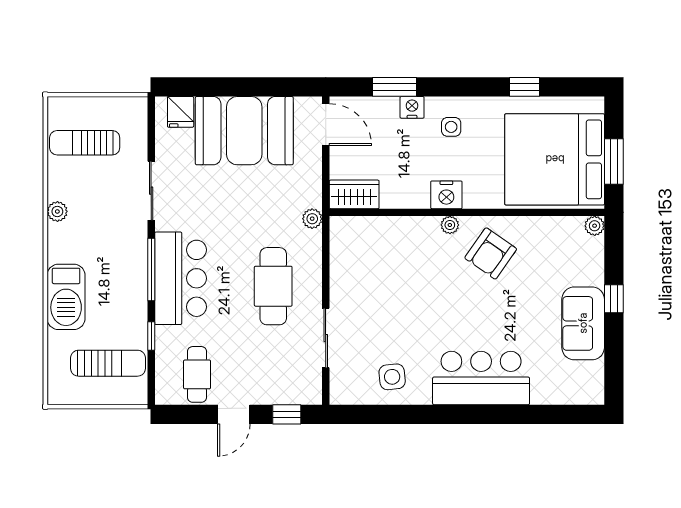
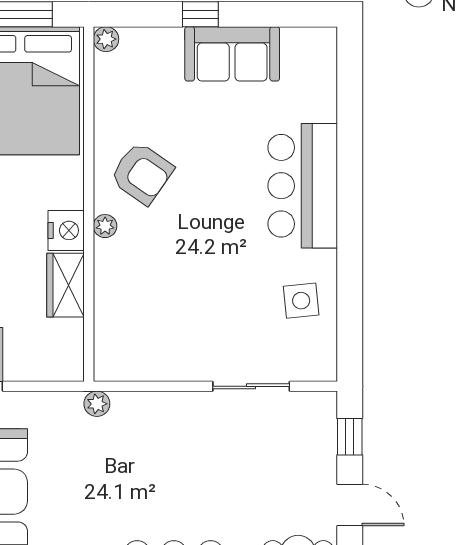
wardrobe: (354, 194) -> (66, 285), moved
cafe table: (273, 286) -> (184, 454), removed

